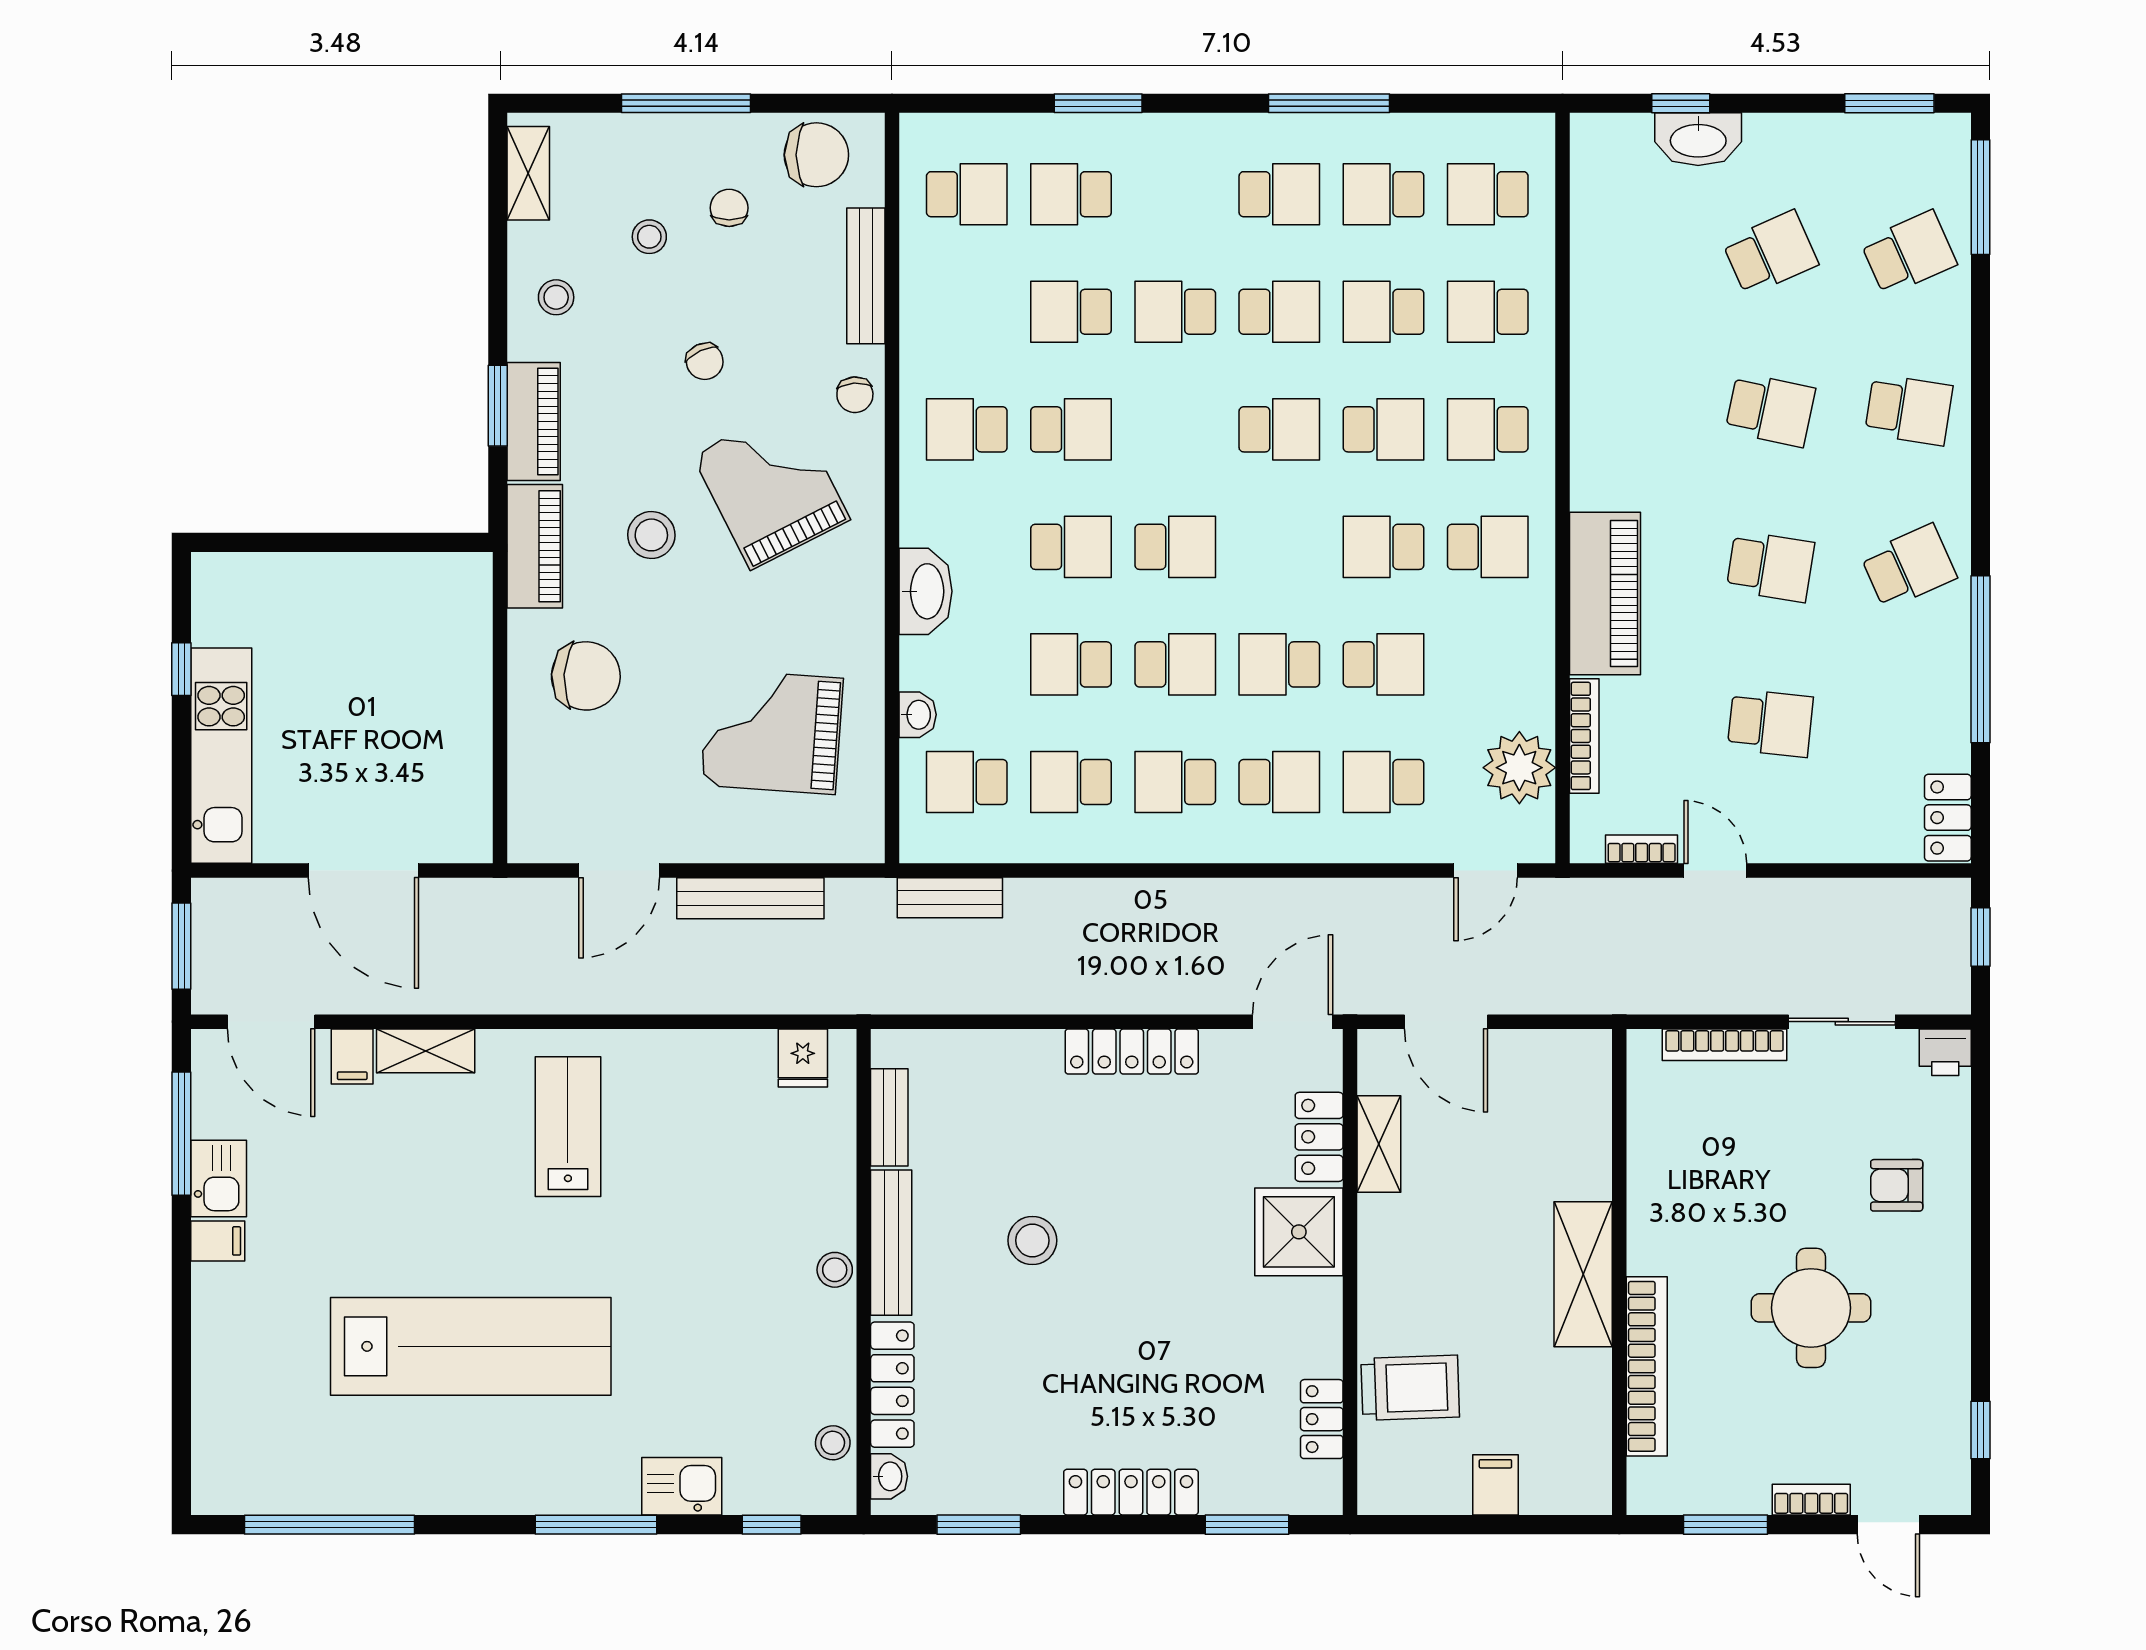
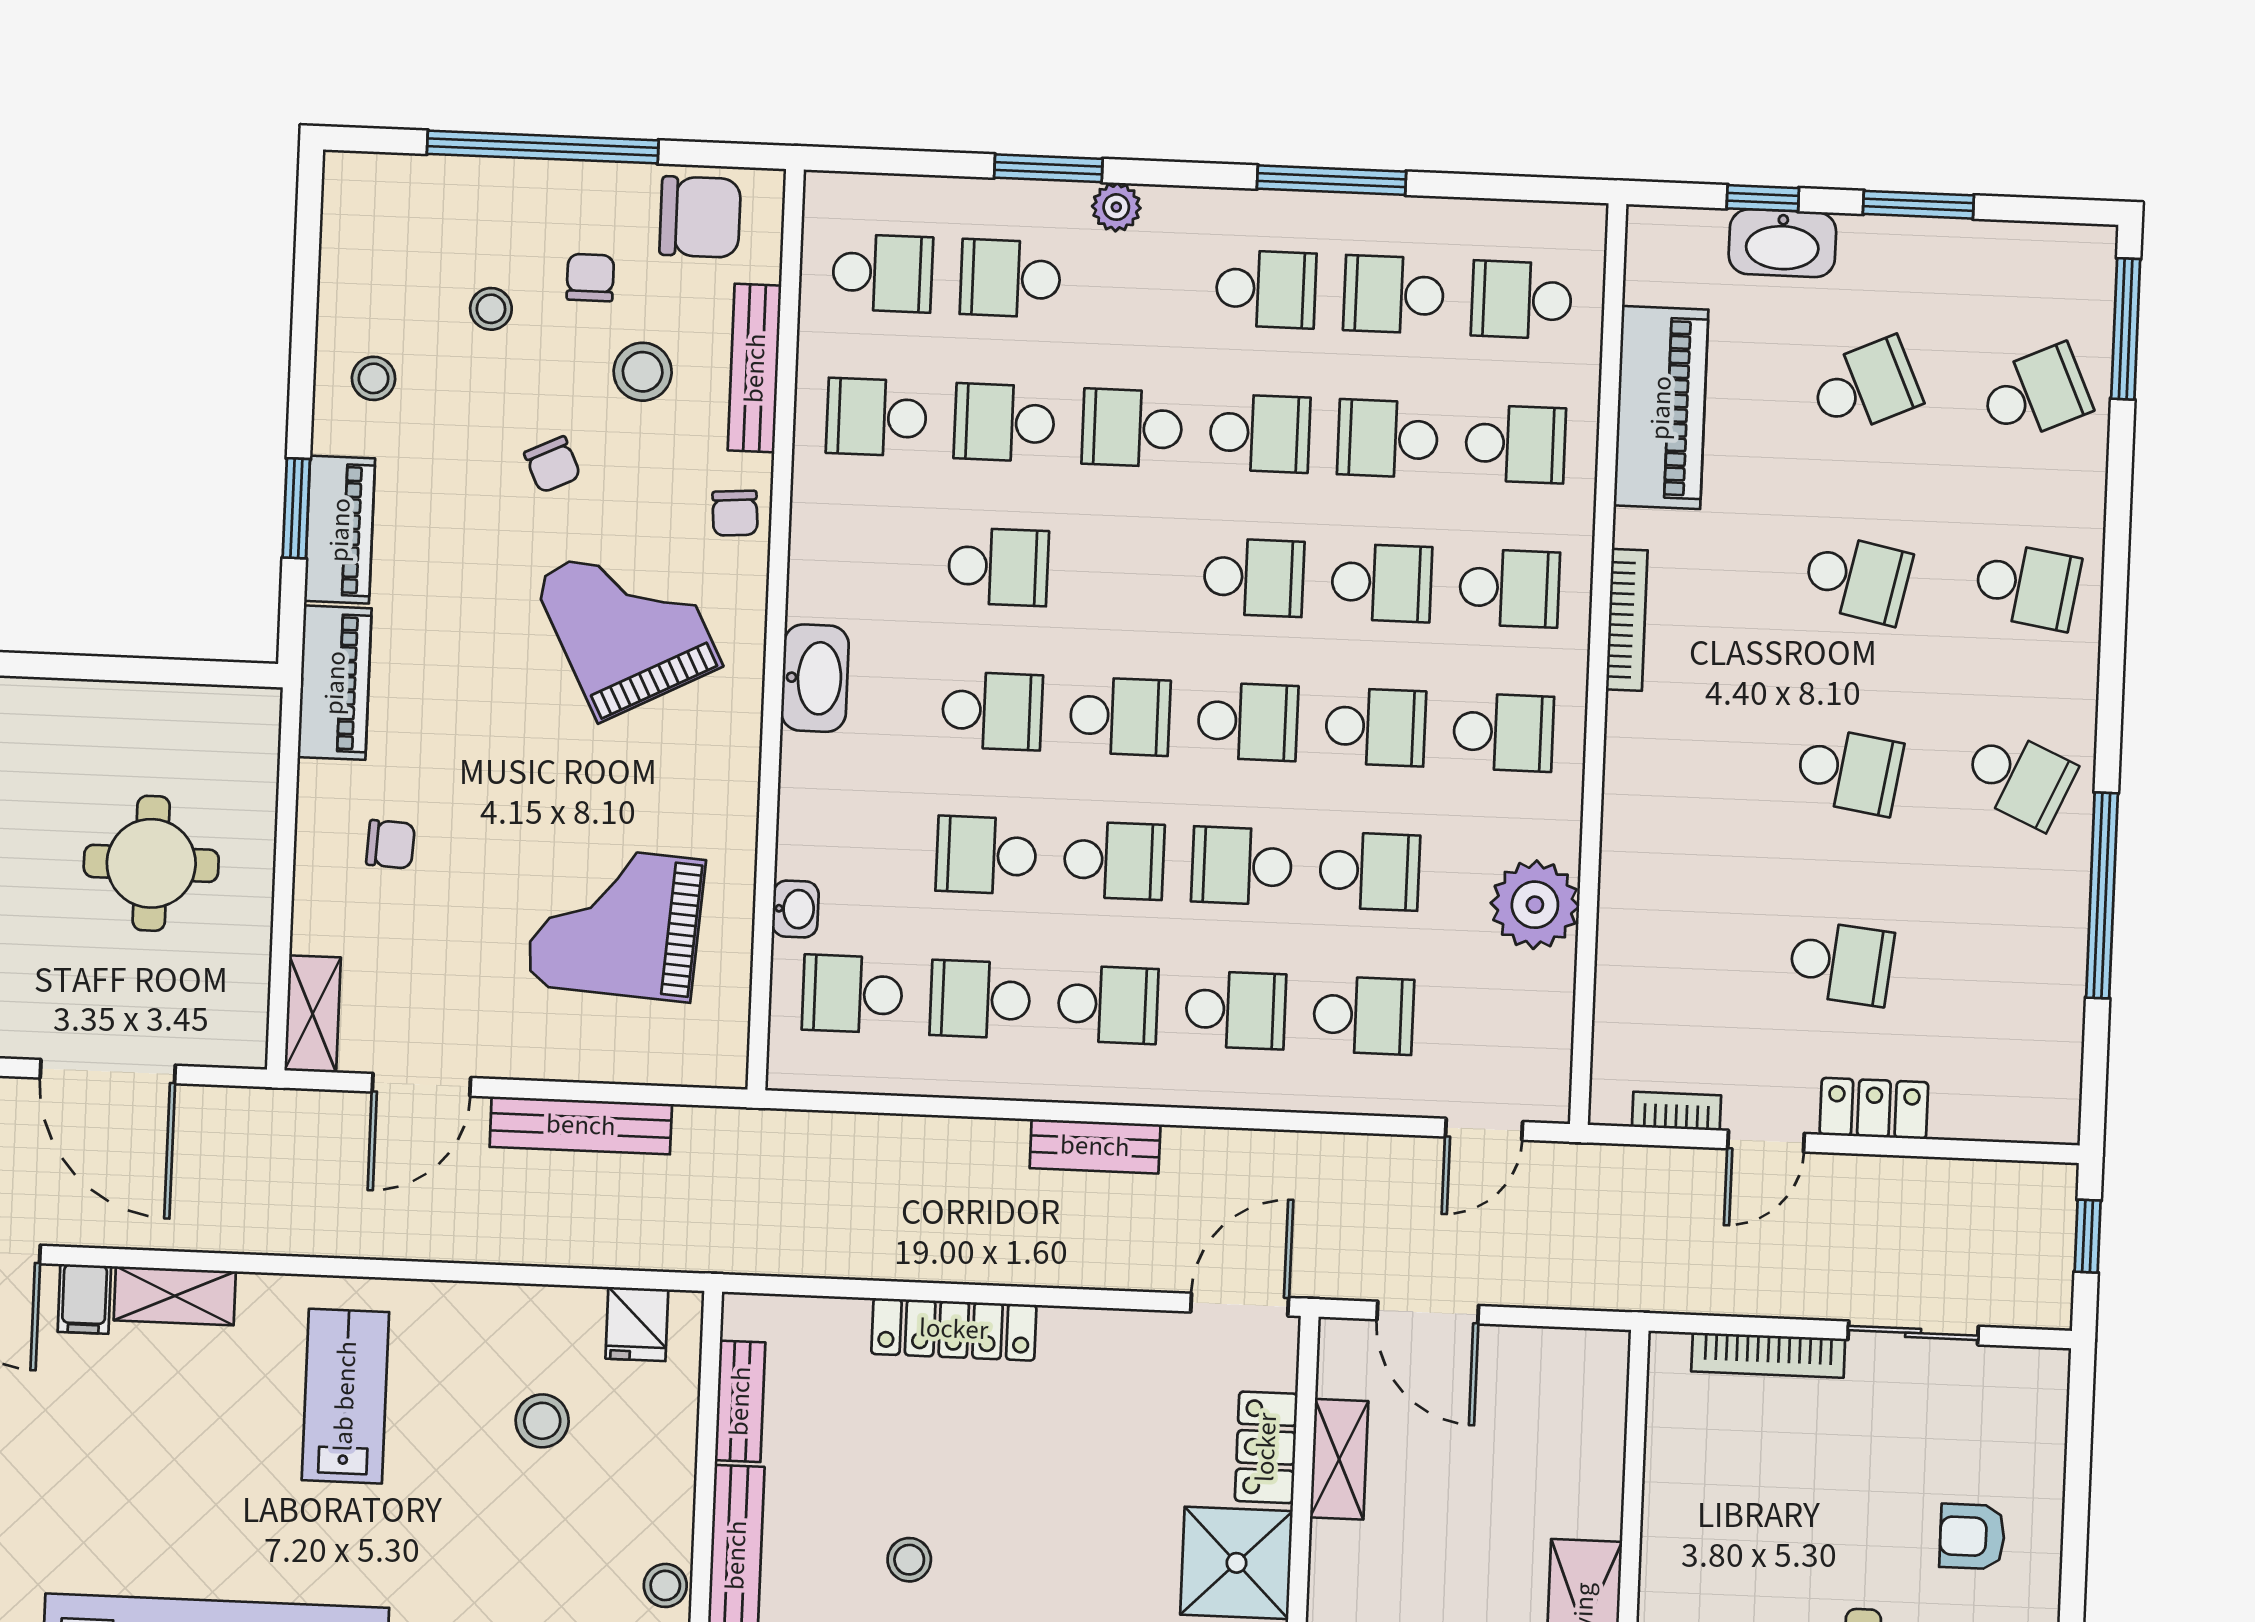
window: (686, 103) -> (543, 147), width x1.46
window: (1889, 103) -> (1918, 205), moved
plant: (1155, 133) -> (1116, 207), added
shelving: (528, 173) -> (313, 1014), moved
school desk: (1488, 312) -> (1515, 444), turned 180
school desk: (967, 429) -> (877, 417), moved
school desk: (1488, 429) -> (1509, 588), turned 180
stool: (651, 535) -> (643, 372), moved
school desk: (1279, 547) -> (1248, 722), added
school desk: (1384, 547) -> (1376, 727), turned 180
school desk: (1909, 566) -> (2019, 778), turned 48
washbasin: (926, 591) -> (815, 678), moved
piano: (1605, 594) -> (1661, 408), moved
chair: (586, 676) -> (391, 844), width x0.54, depth x0.54
round table: (392, 700) -> (151, 863), added
bookcase: (1584, 736) -> (1627, 620), moved
plant: (1519, 768) -> (1535, 905), moved
school desk: (1175, 782) -> (1108, 1005), turned 180
school desk: (1384, 782) -> (1363, 1015), turned 180
locker: (1948, 818) -> (1874, 1108), moved, turned 90
door: (1715, 871) -> (1766, 1141), swing flipped
bench: (950, 898) -> (1095, 1146), moved
locker: (1132, 1052) -> (954, 1329), moved
printer: (1945, 1052) -> (2038, 1376), removed
stool: (729, 1140) -> (542, 1421), added
stool: (1032, 1240) -> (909, 1560), width x0.73, depth x0.73

